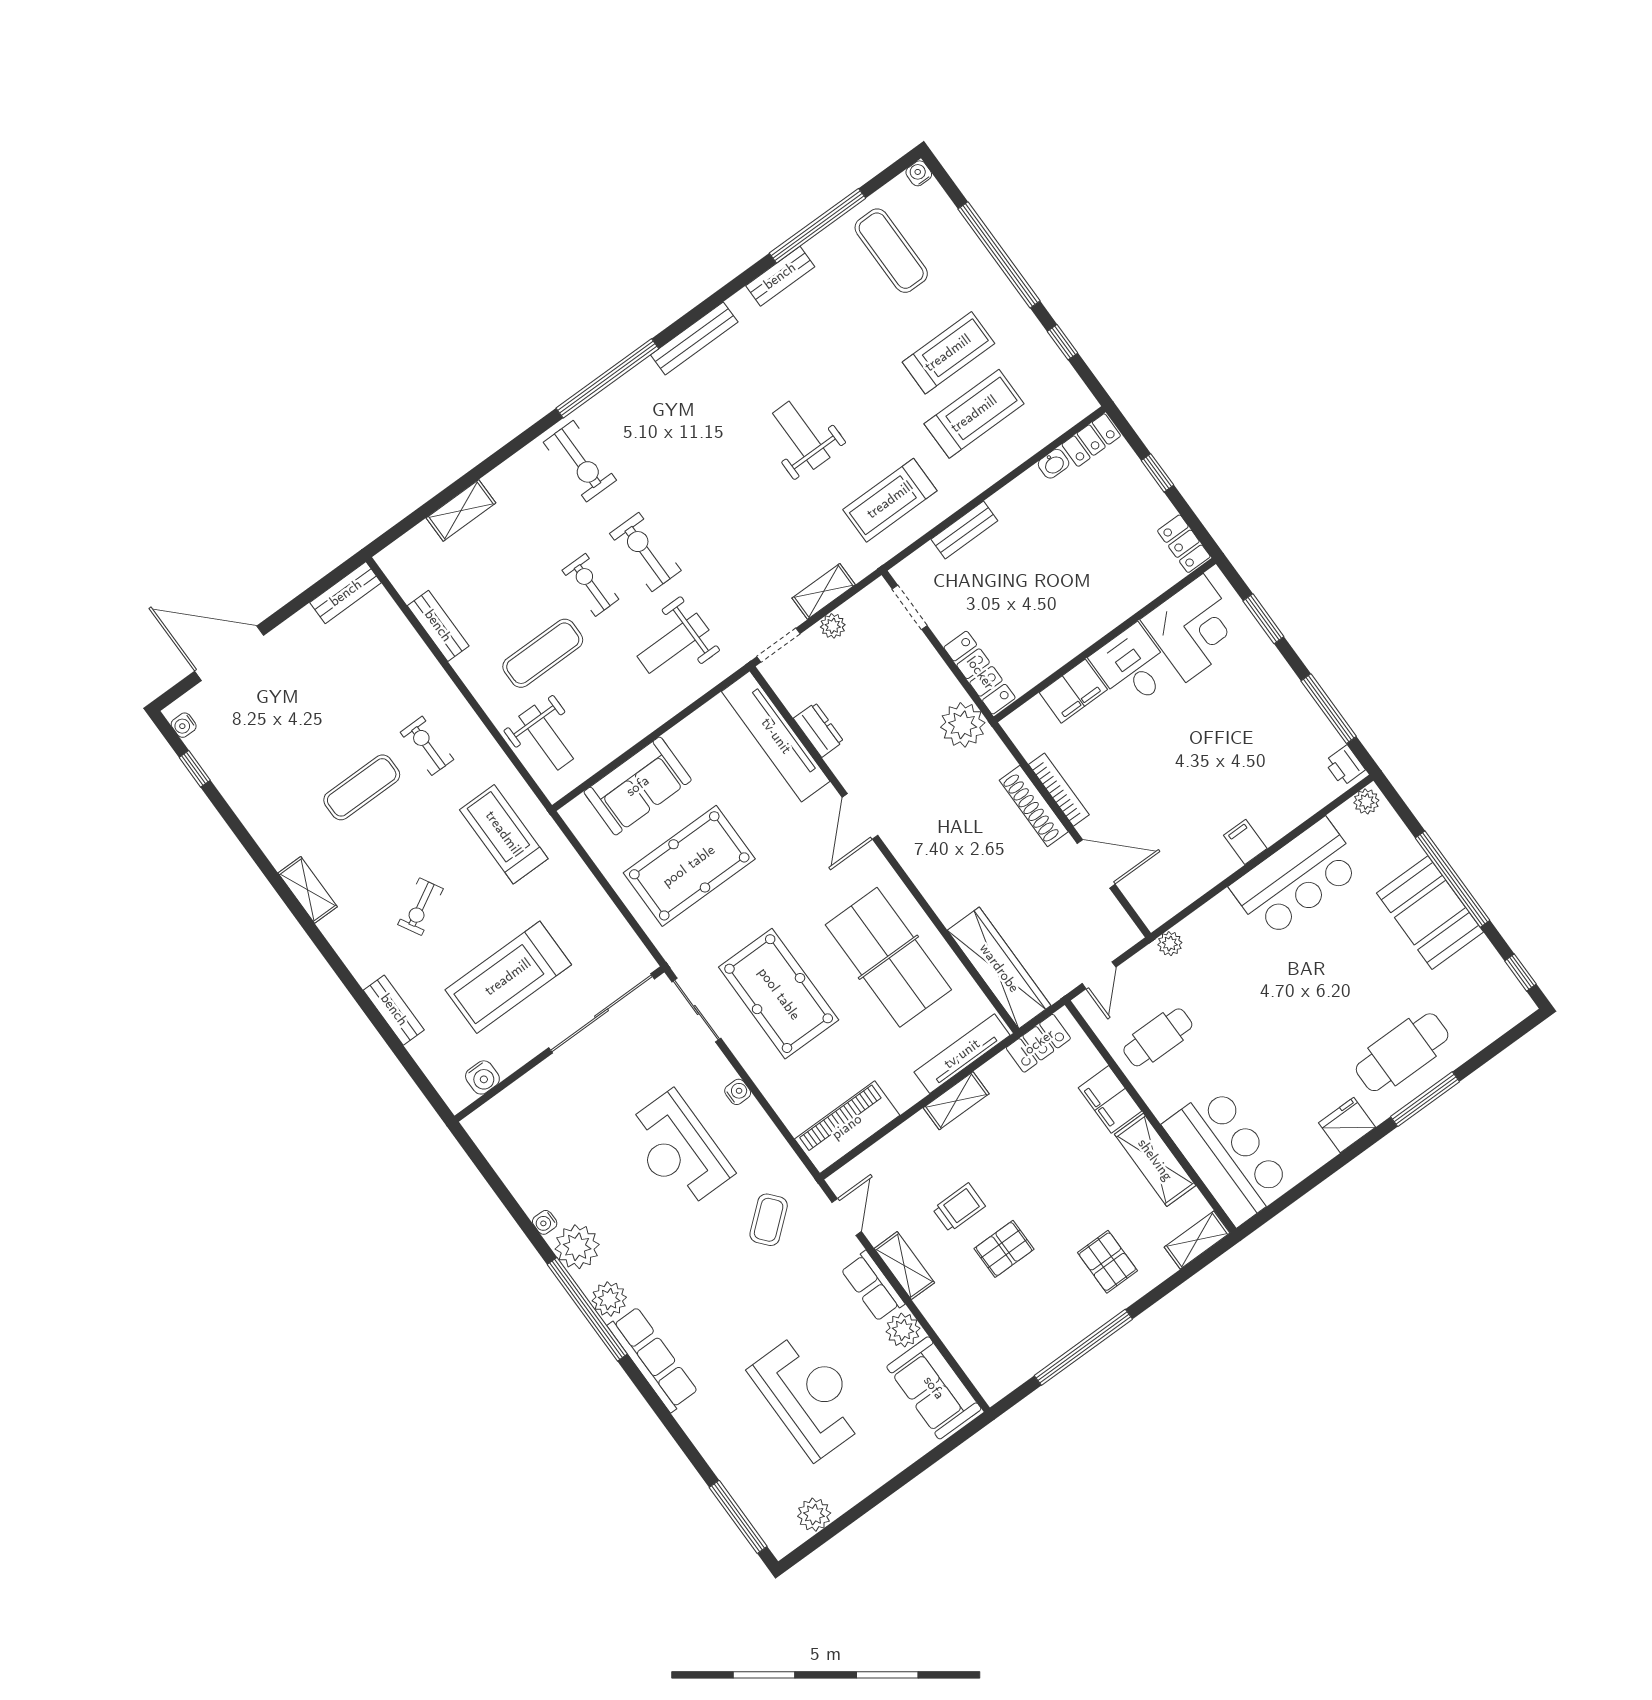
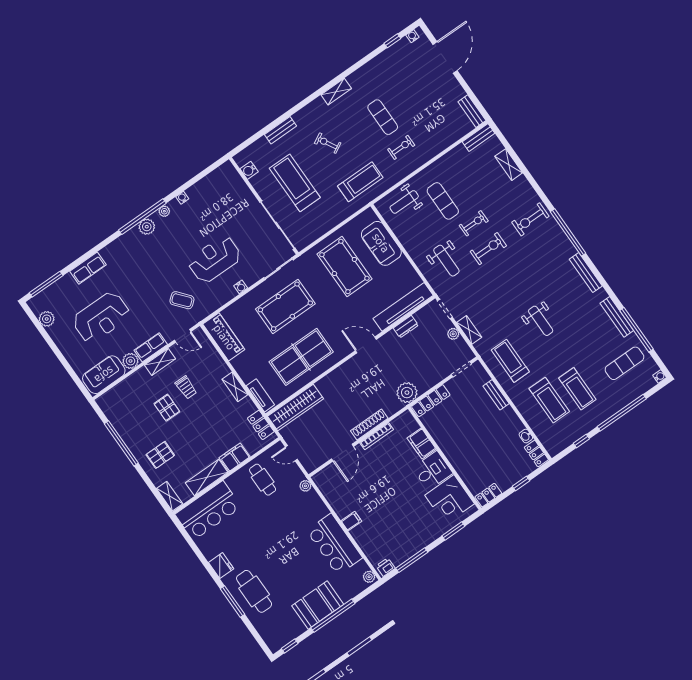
bench: (780, 276) -> (617, 317), width x1.36
weight bench: (801, 435) -> (541, 321), turned 90
bench: (438, 626) -> (478, 137), moved
weight bench: (673, 643) -> (446, 261), turned 180
tv unit: (962, 1054) -> (260, 395), width x0.71
plant: (577, 1247) -> (164, 211), width x0.53, depth x0.53
row of seats: (653, 1359) -> (88, 268), moved, width x0.68

